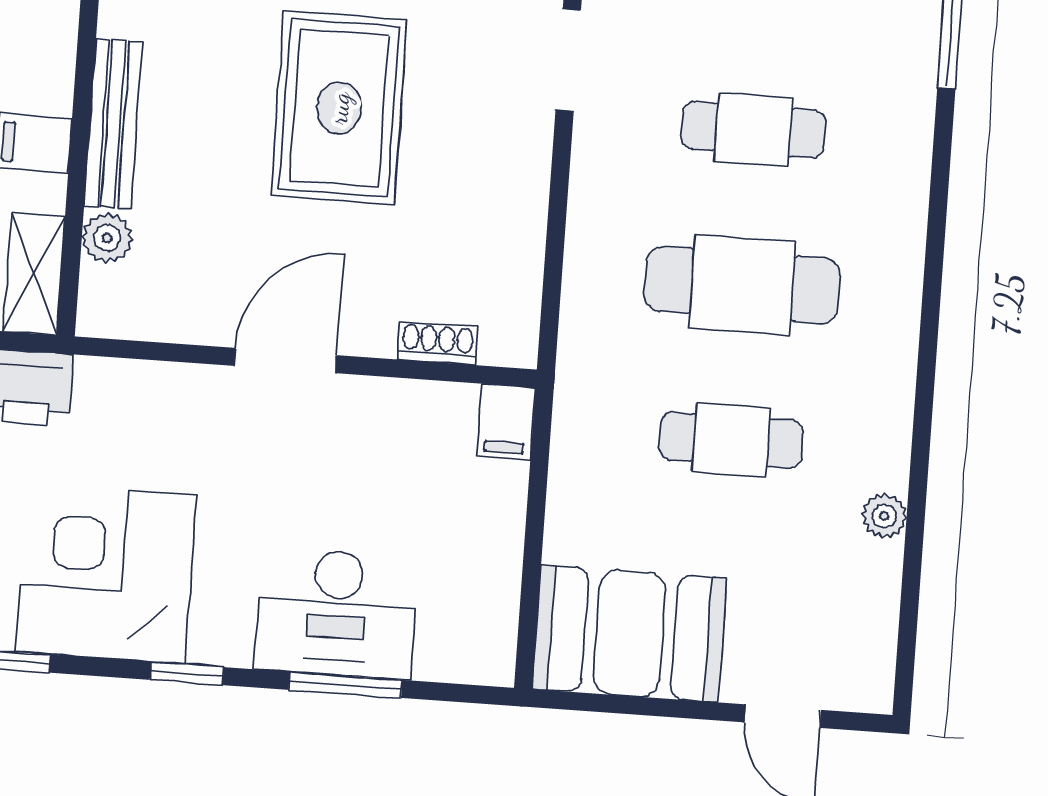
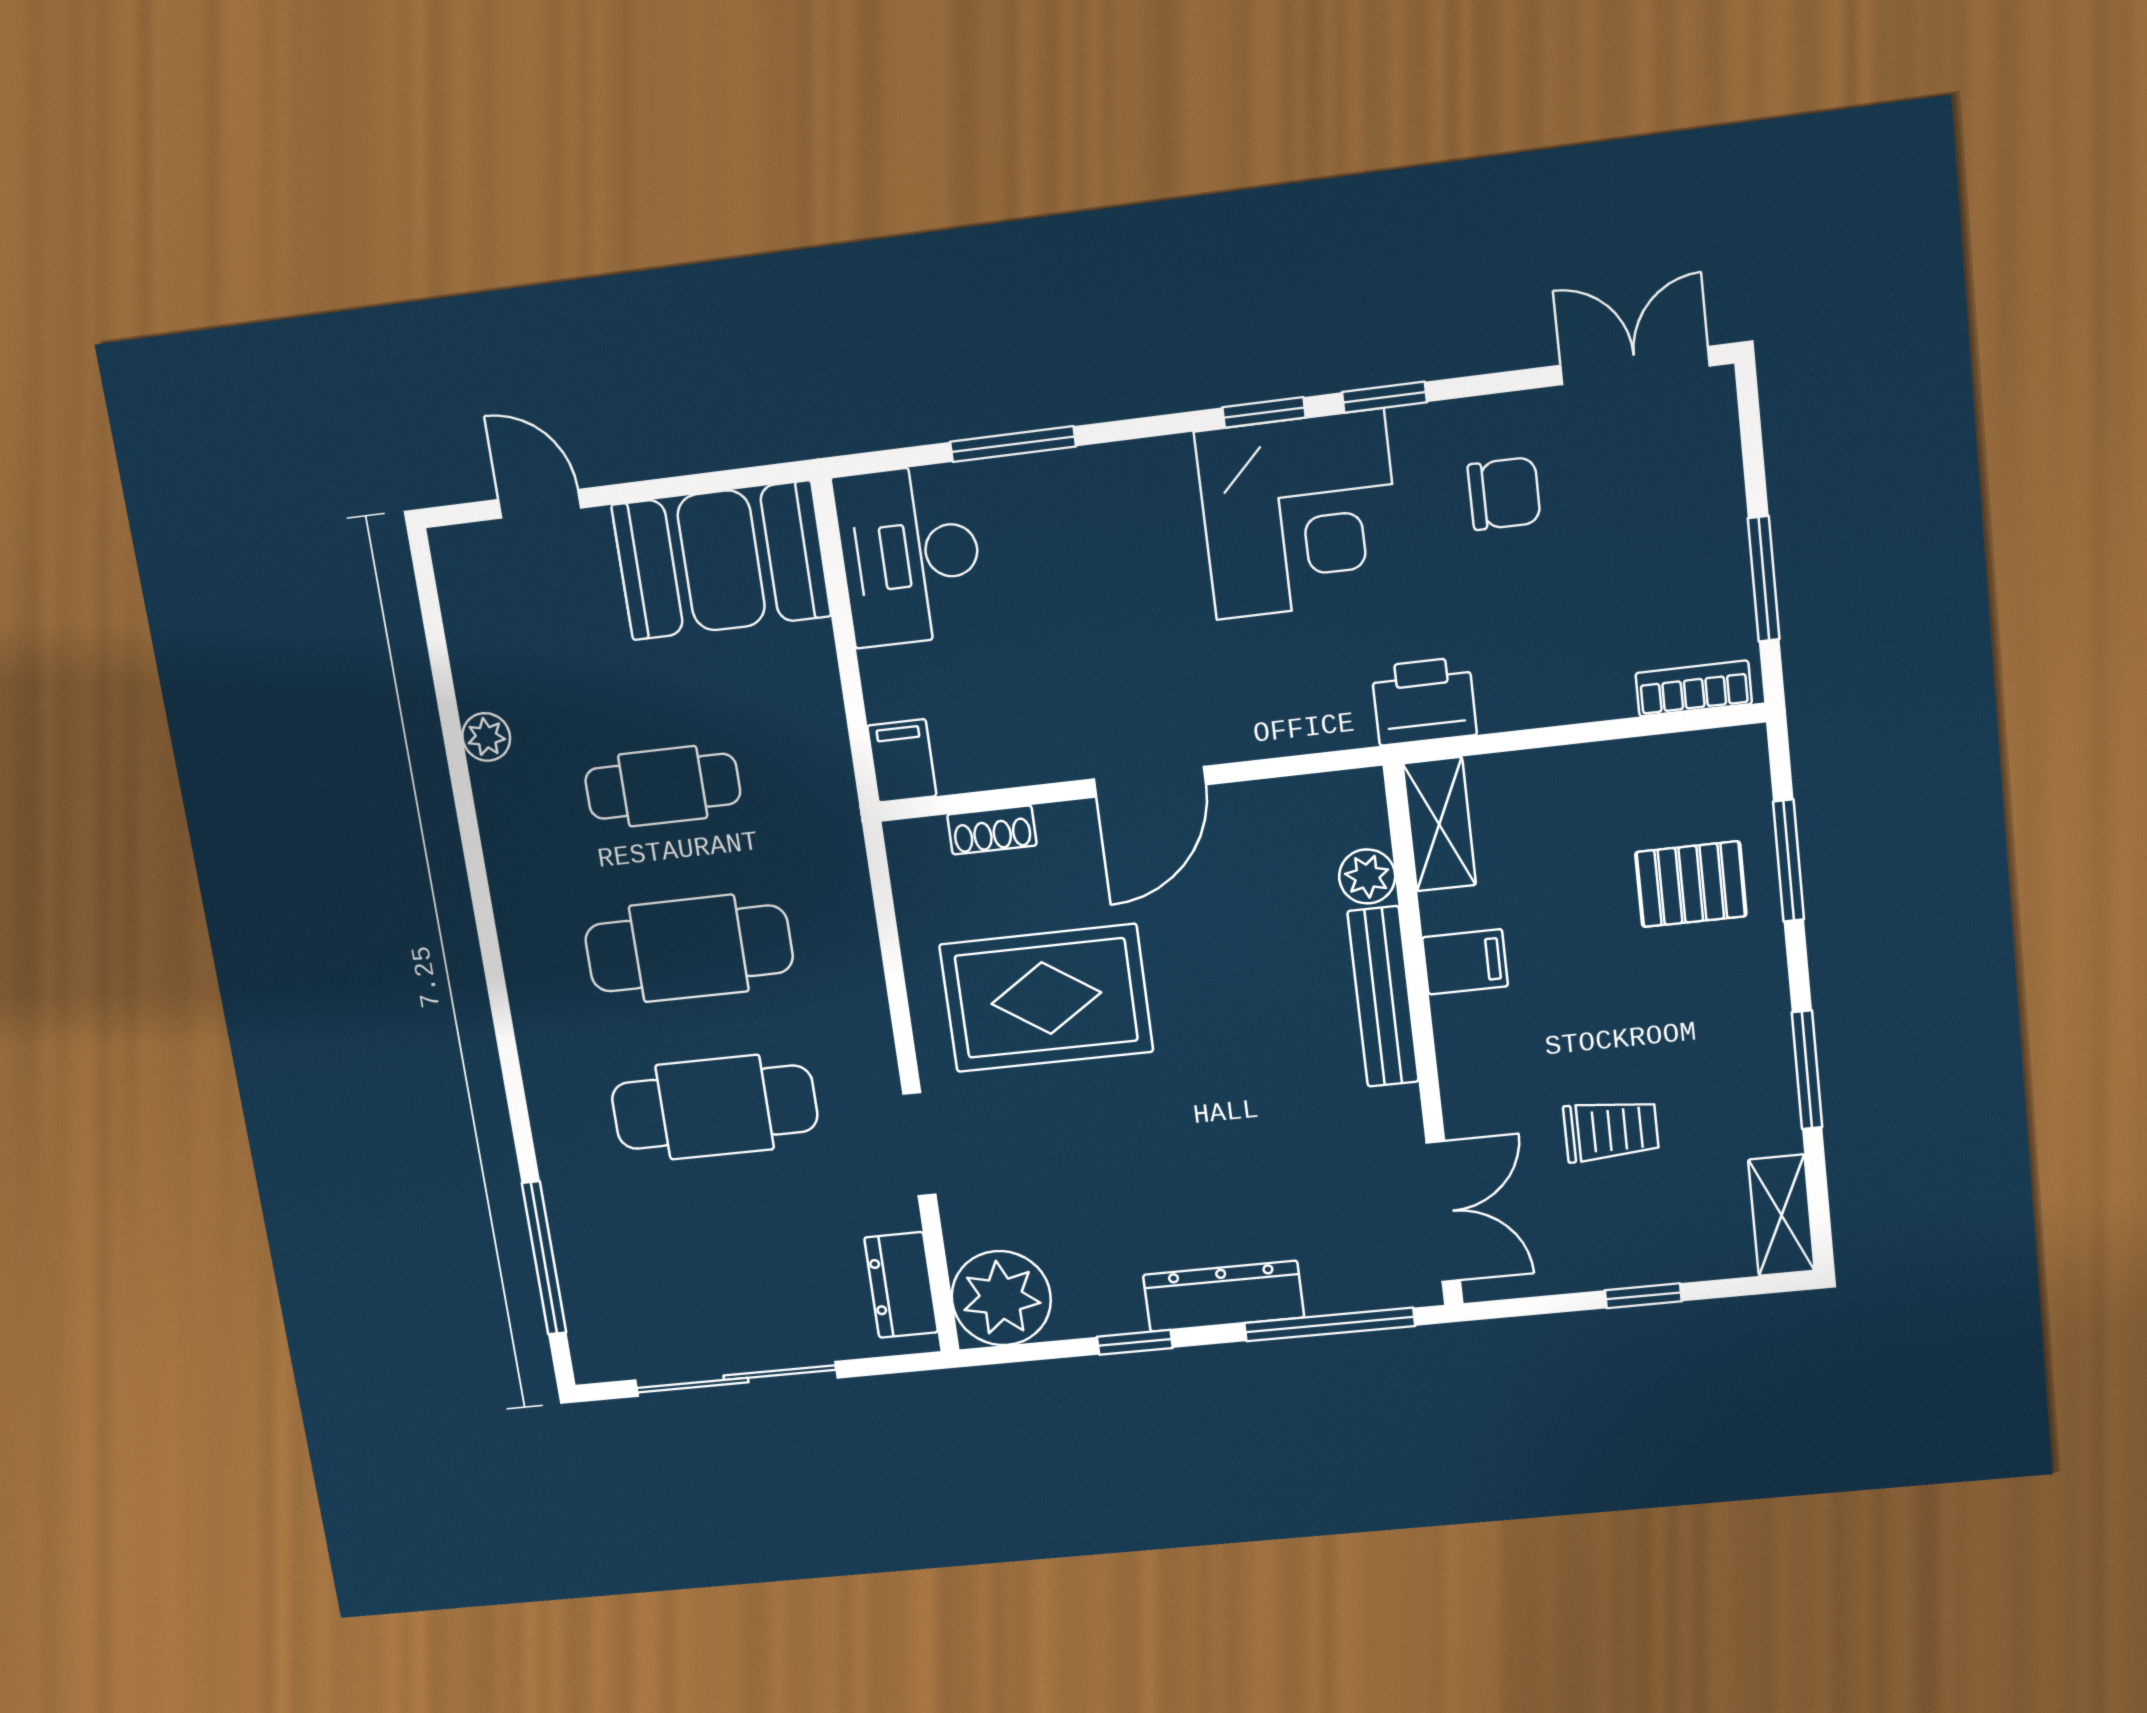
rug: (339, 108) -> (1046, 998), moved, turned 90
cafe table: (753, 130) -> (715, 1107), width x1.37, depth x1.35
desk: (336, 613) -> (910, 555), moved, turned -90
window: (187, 673) -> (1264, 412), moved

